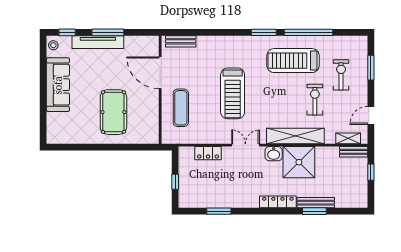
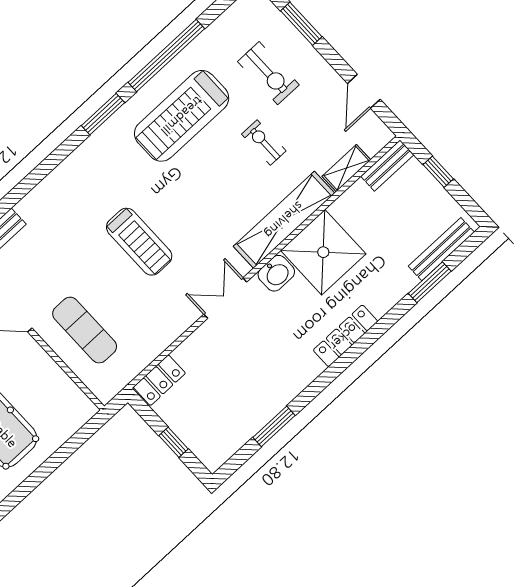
exercise bike: (341, 75) -> (268, 73), turned 180
treadmill: (233, 93) -> (139, 242), width x0.73, depth x0.73
exercise bike: (315, 100) -> (264, 142), width x0.73, depth x0.72
shelving: (348, 138) -> (346, 168), moved
locker: (208, 153) -> (159, 380), moved
bench: (316, 203) -> (441, 249), moved
window: (314, 211) -> (430, 282), moved

